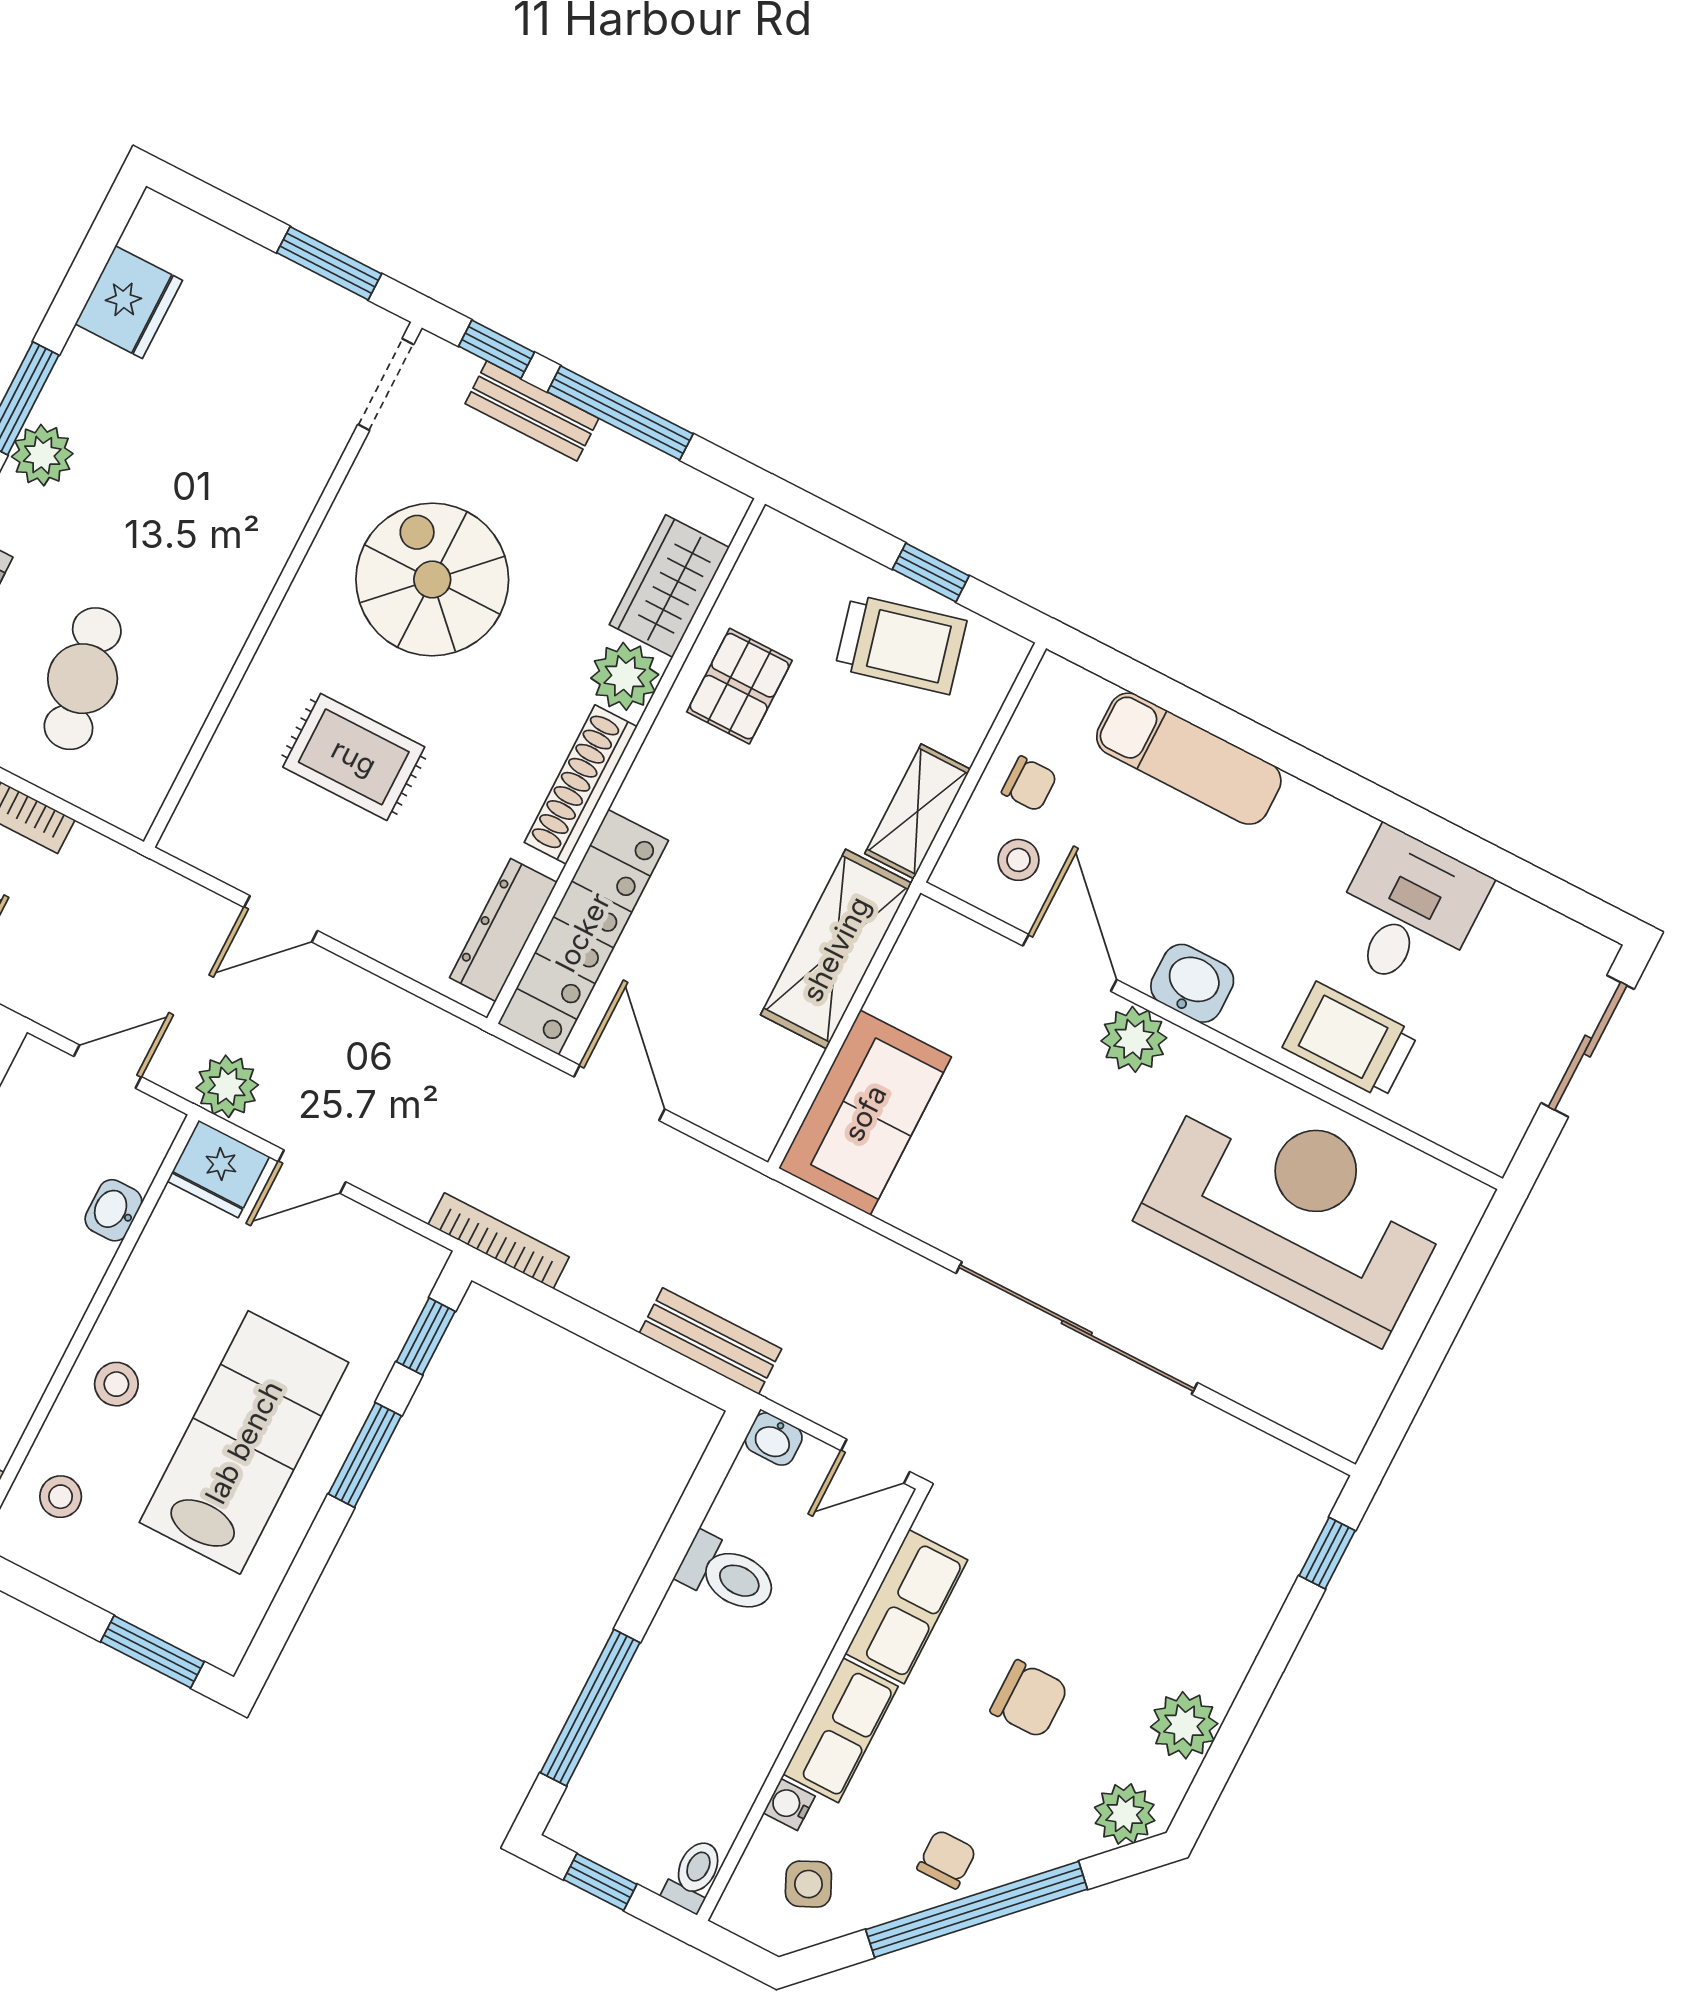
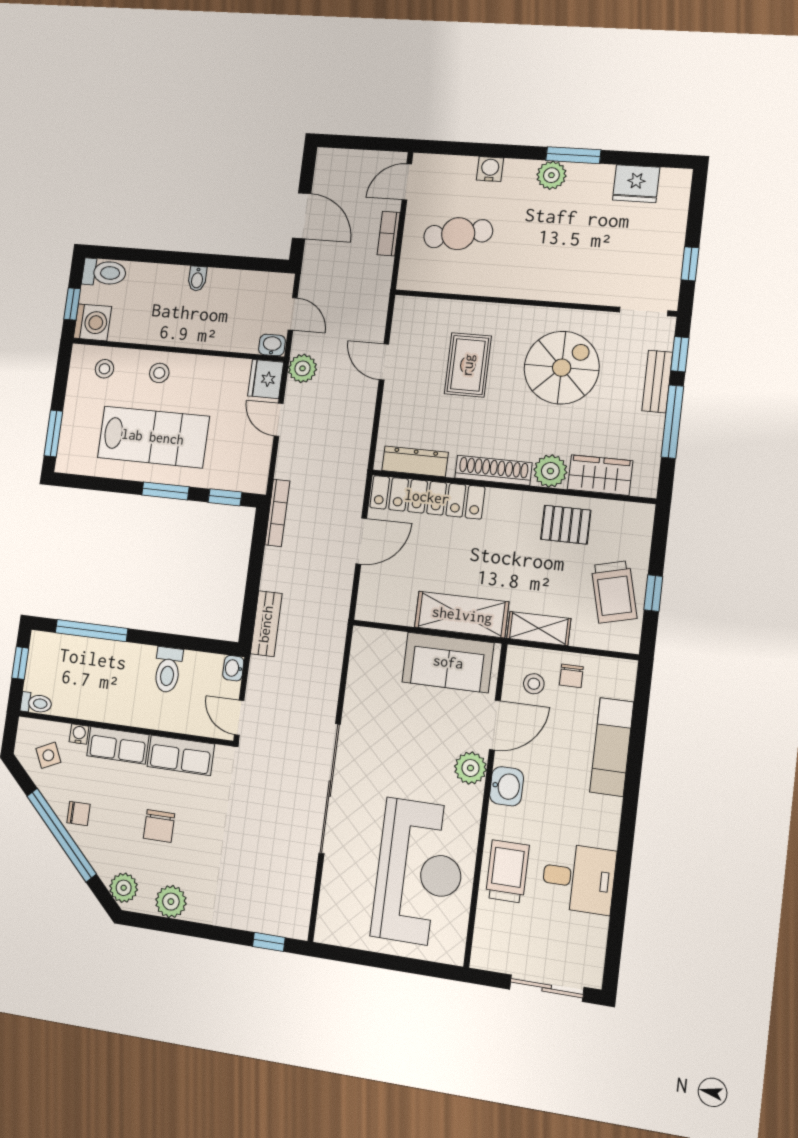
window: (329, 263) -> (690, 264), width x0.67
sofa: (865, 1113) -> (448, 662), moved
washbasin: (113, 1210) -> (272, 345), moved

